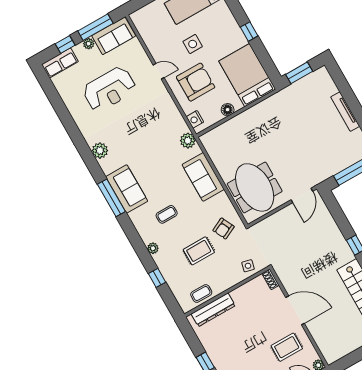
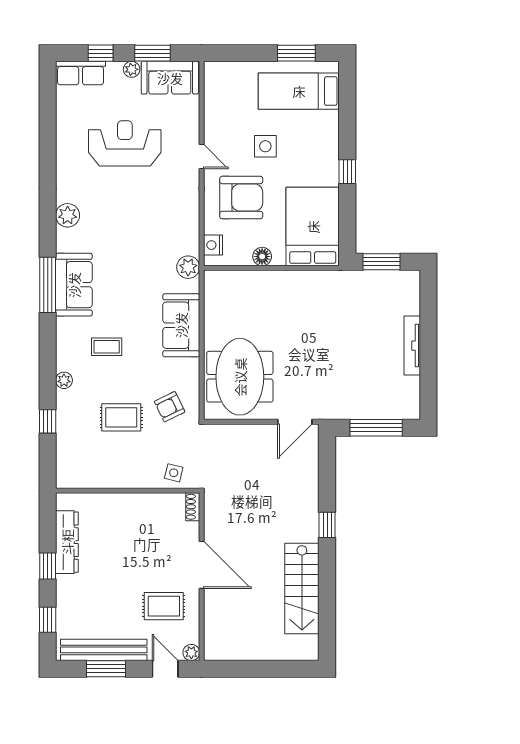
window: (95, 27) -> (152, 53), width x0.69
reception desk: (109, 89) -> (125, 143), turned 180
coffee table: (201, 293) -> (93, 474), removed
dresser: (213, 310) -> (67, 542), moved, turned -90

